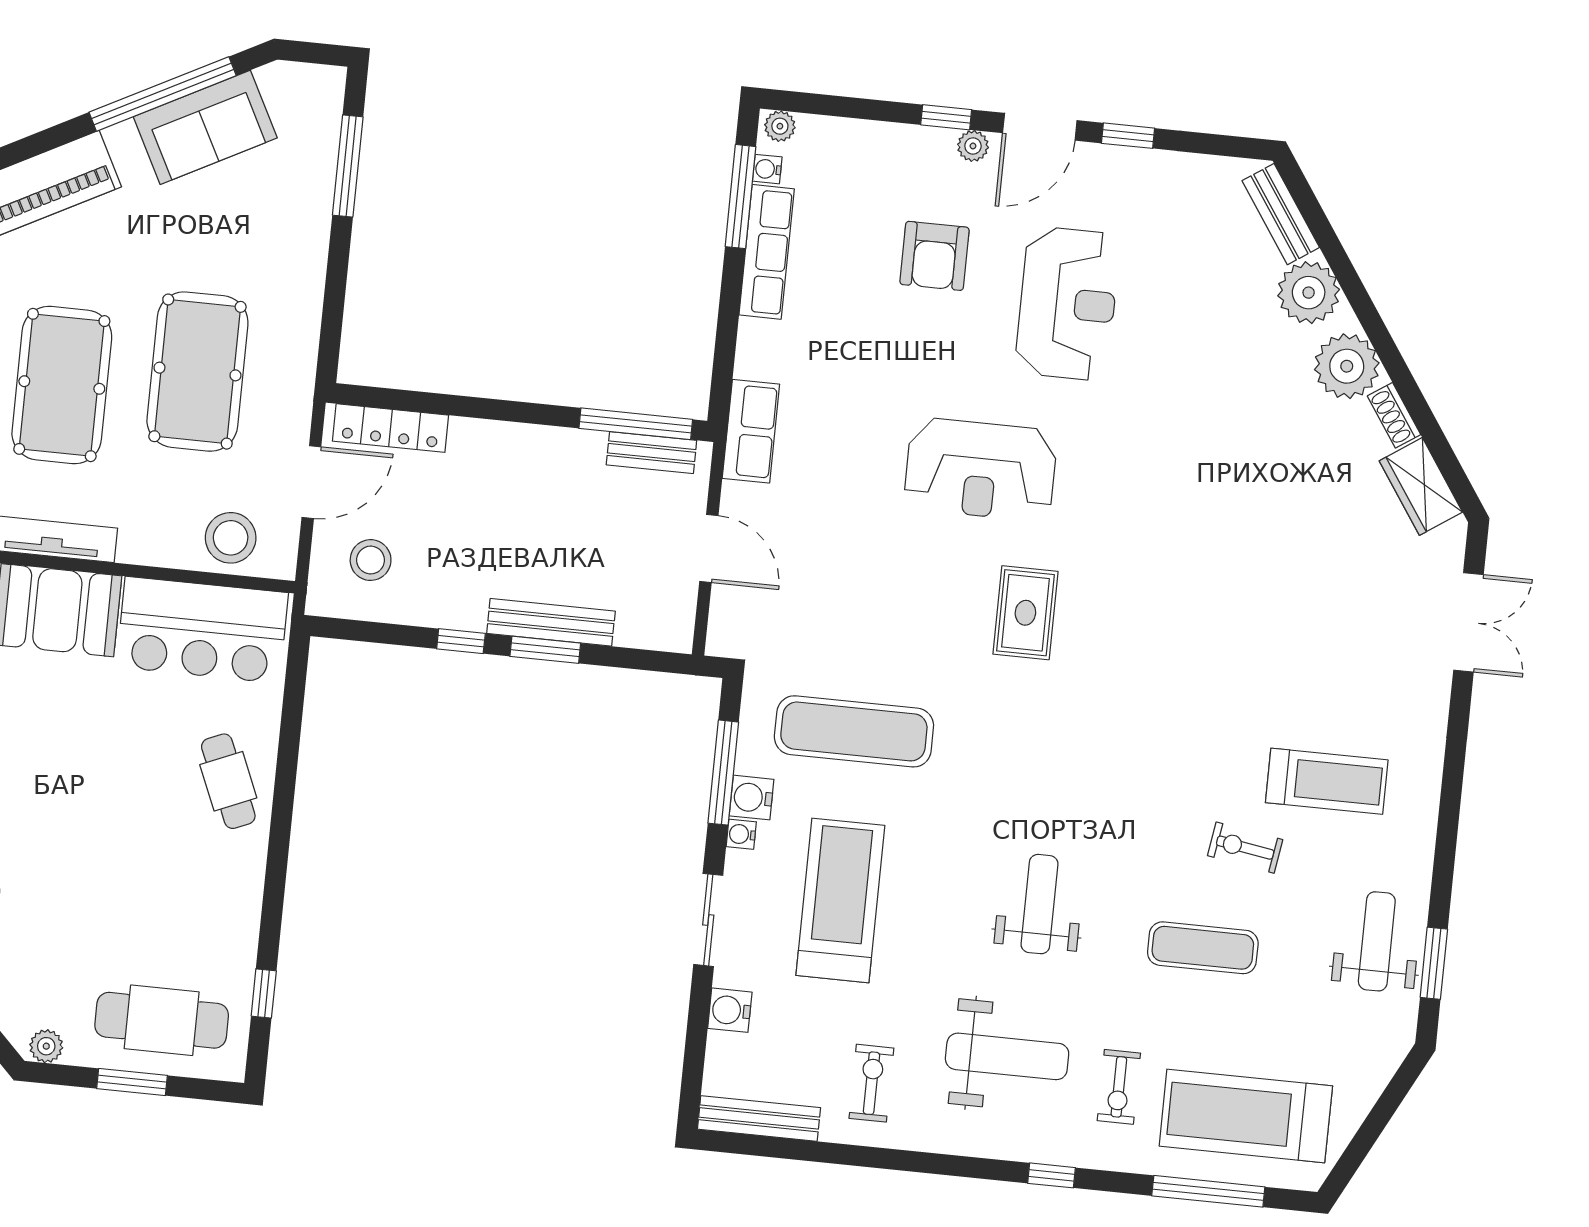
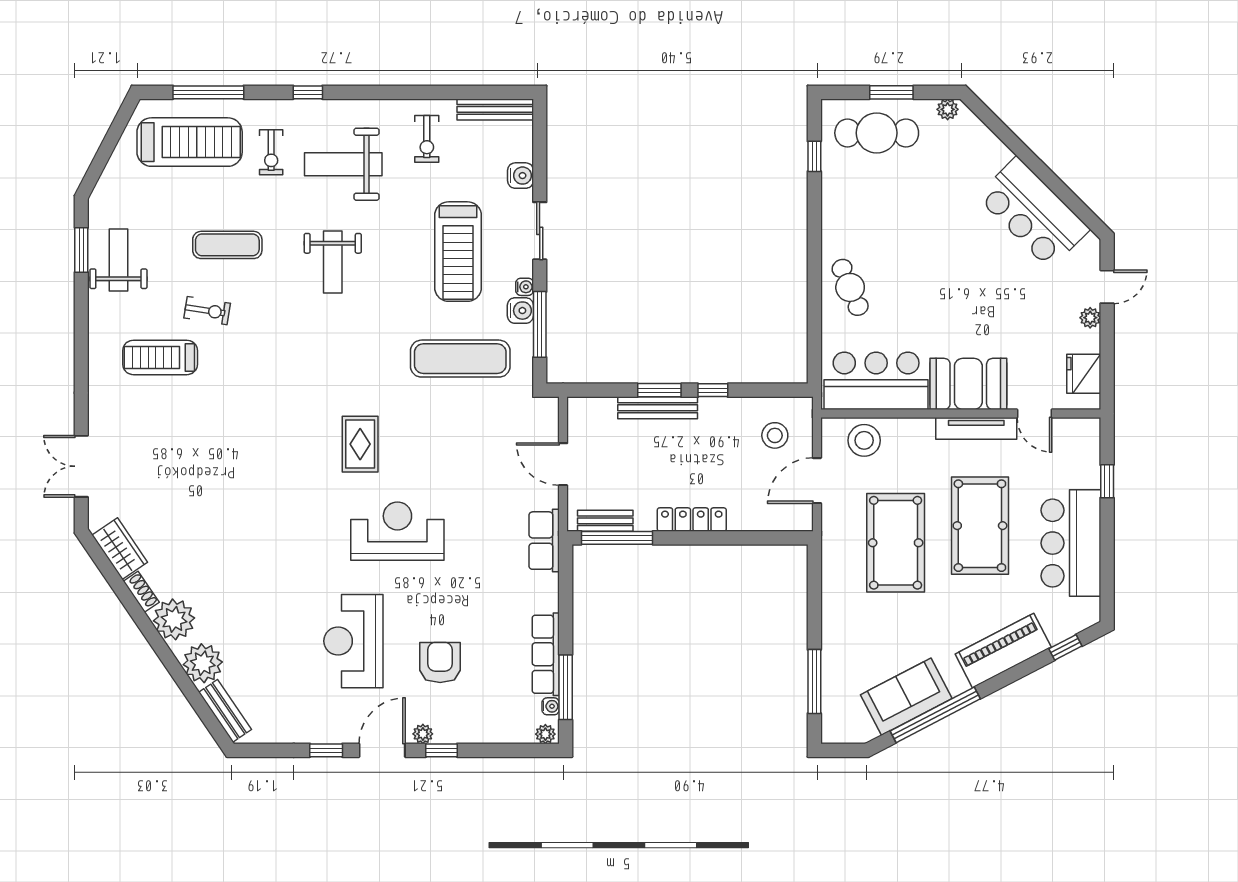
locker: (391, 428) -> (692, 520), moved
weight bench: (1377, 941) -> (118, 260), turned 180
exercise bike: (1119, 1087) -> (271, 152), turned 180

